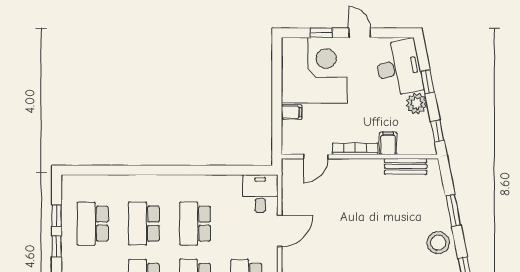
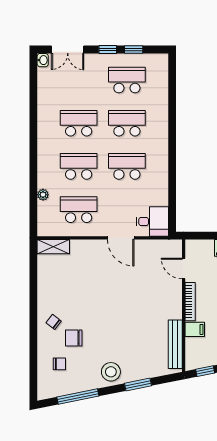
bench: (406, 166) -> (175, 344), width x1.36

